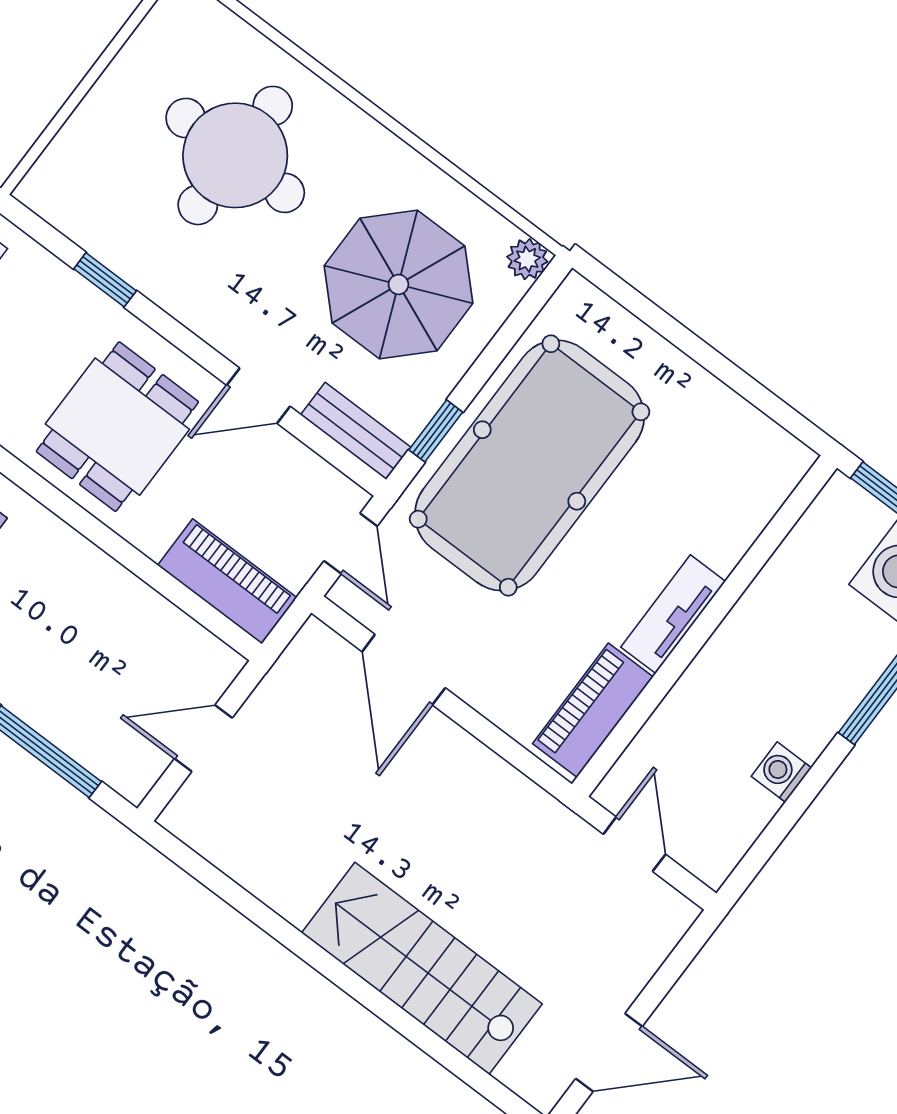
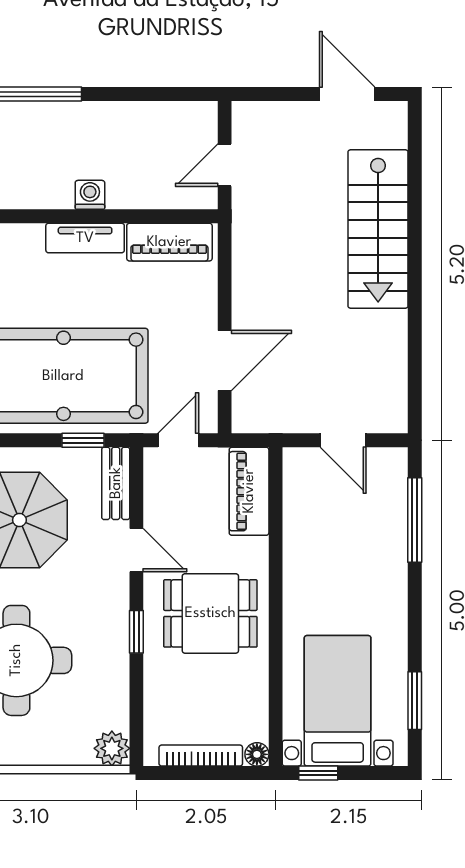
plant: (46, 190) -> (112, 748), added
window: (105, 280) -> (136, 632), moved
washing machine: (781, 772) -> (90, 195), moved, turned 180

